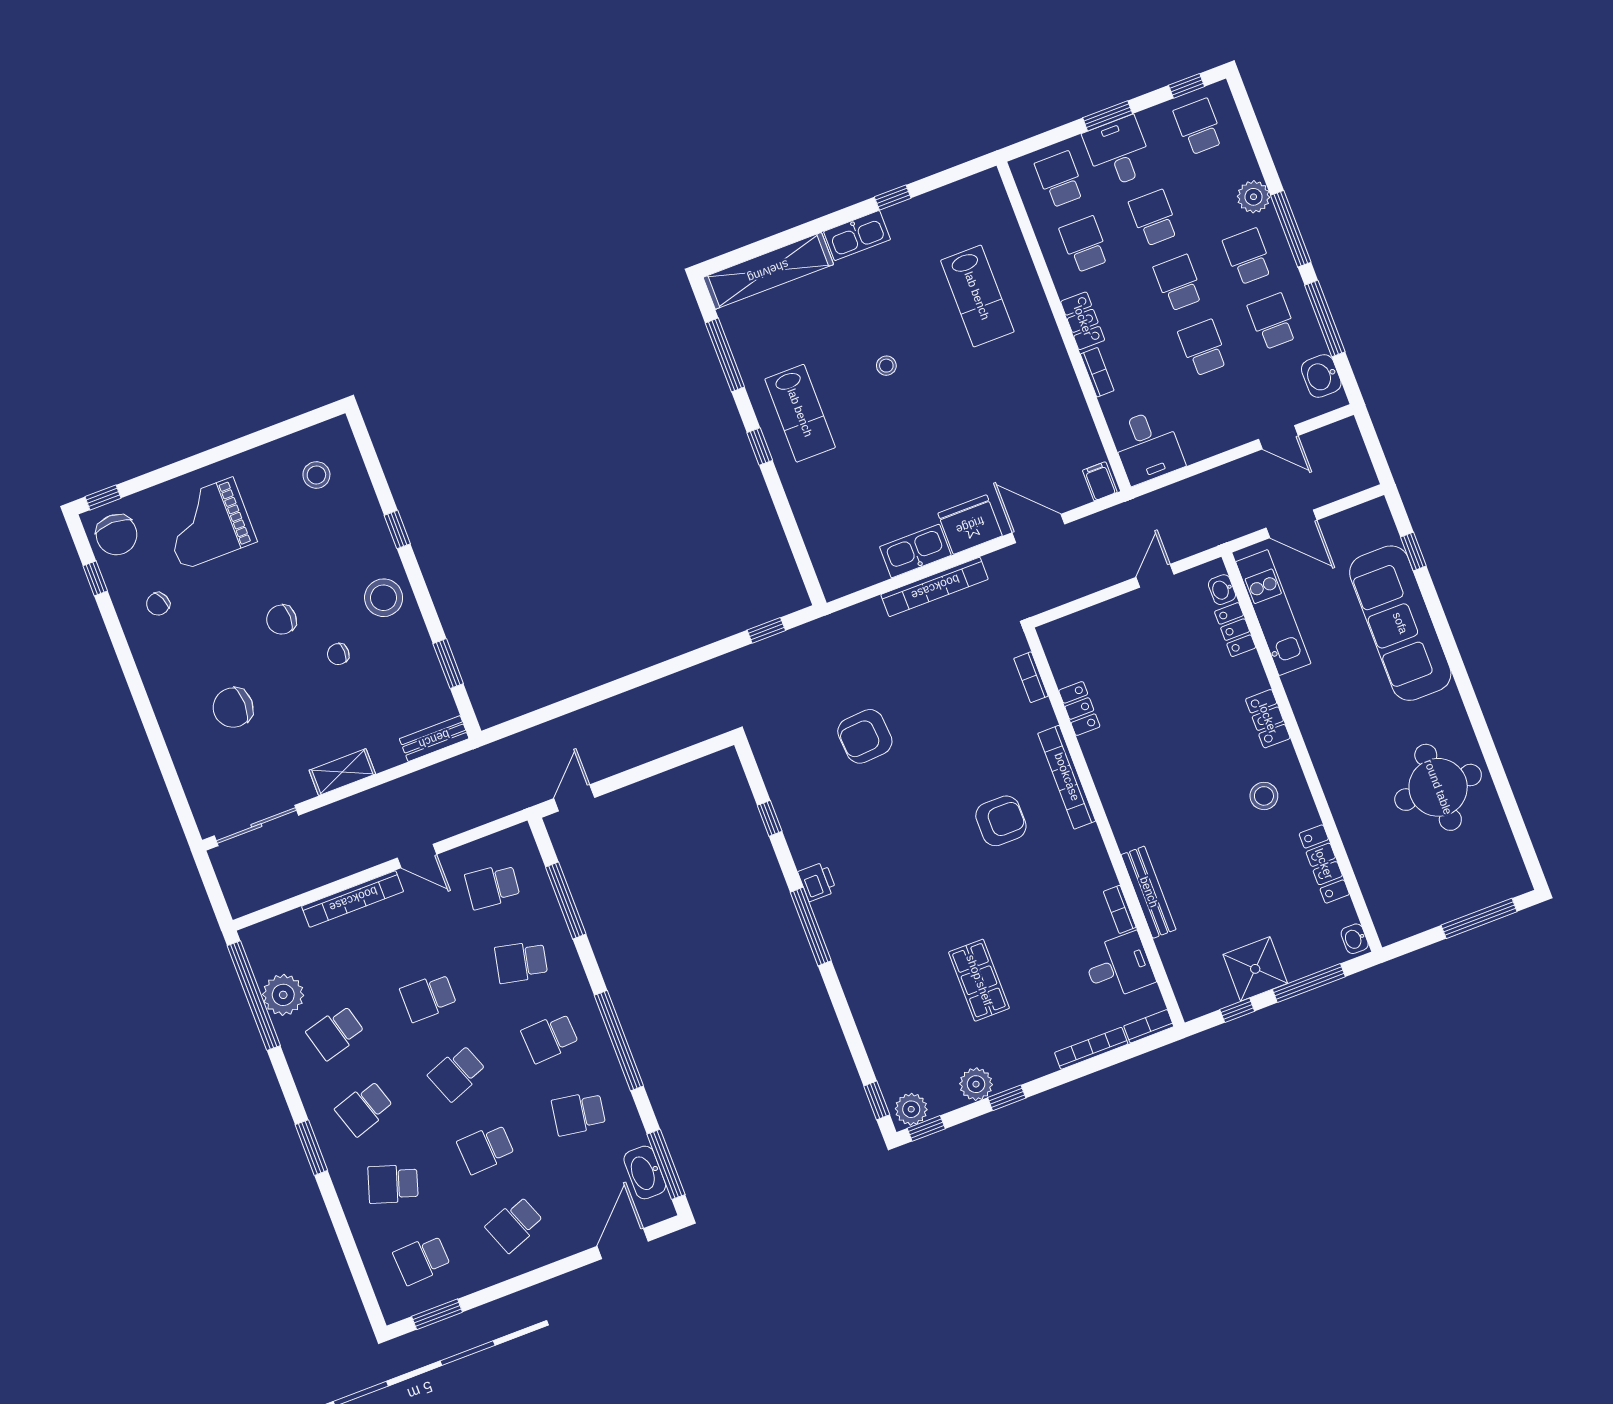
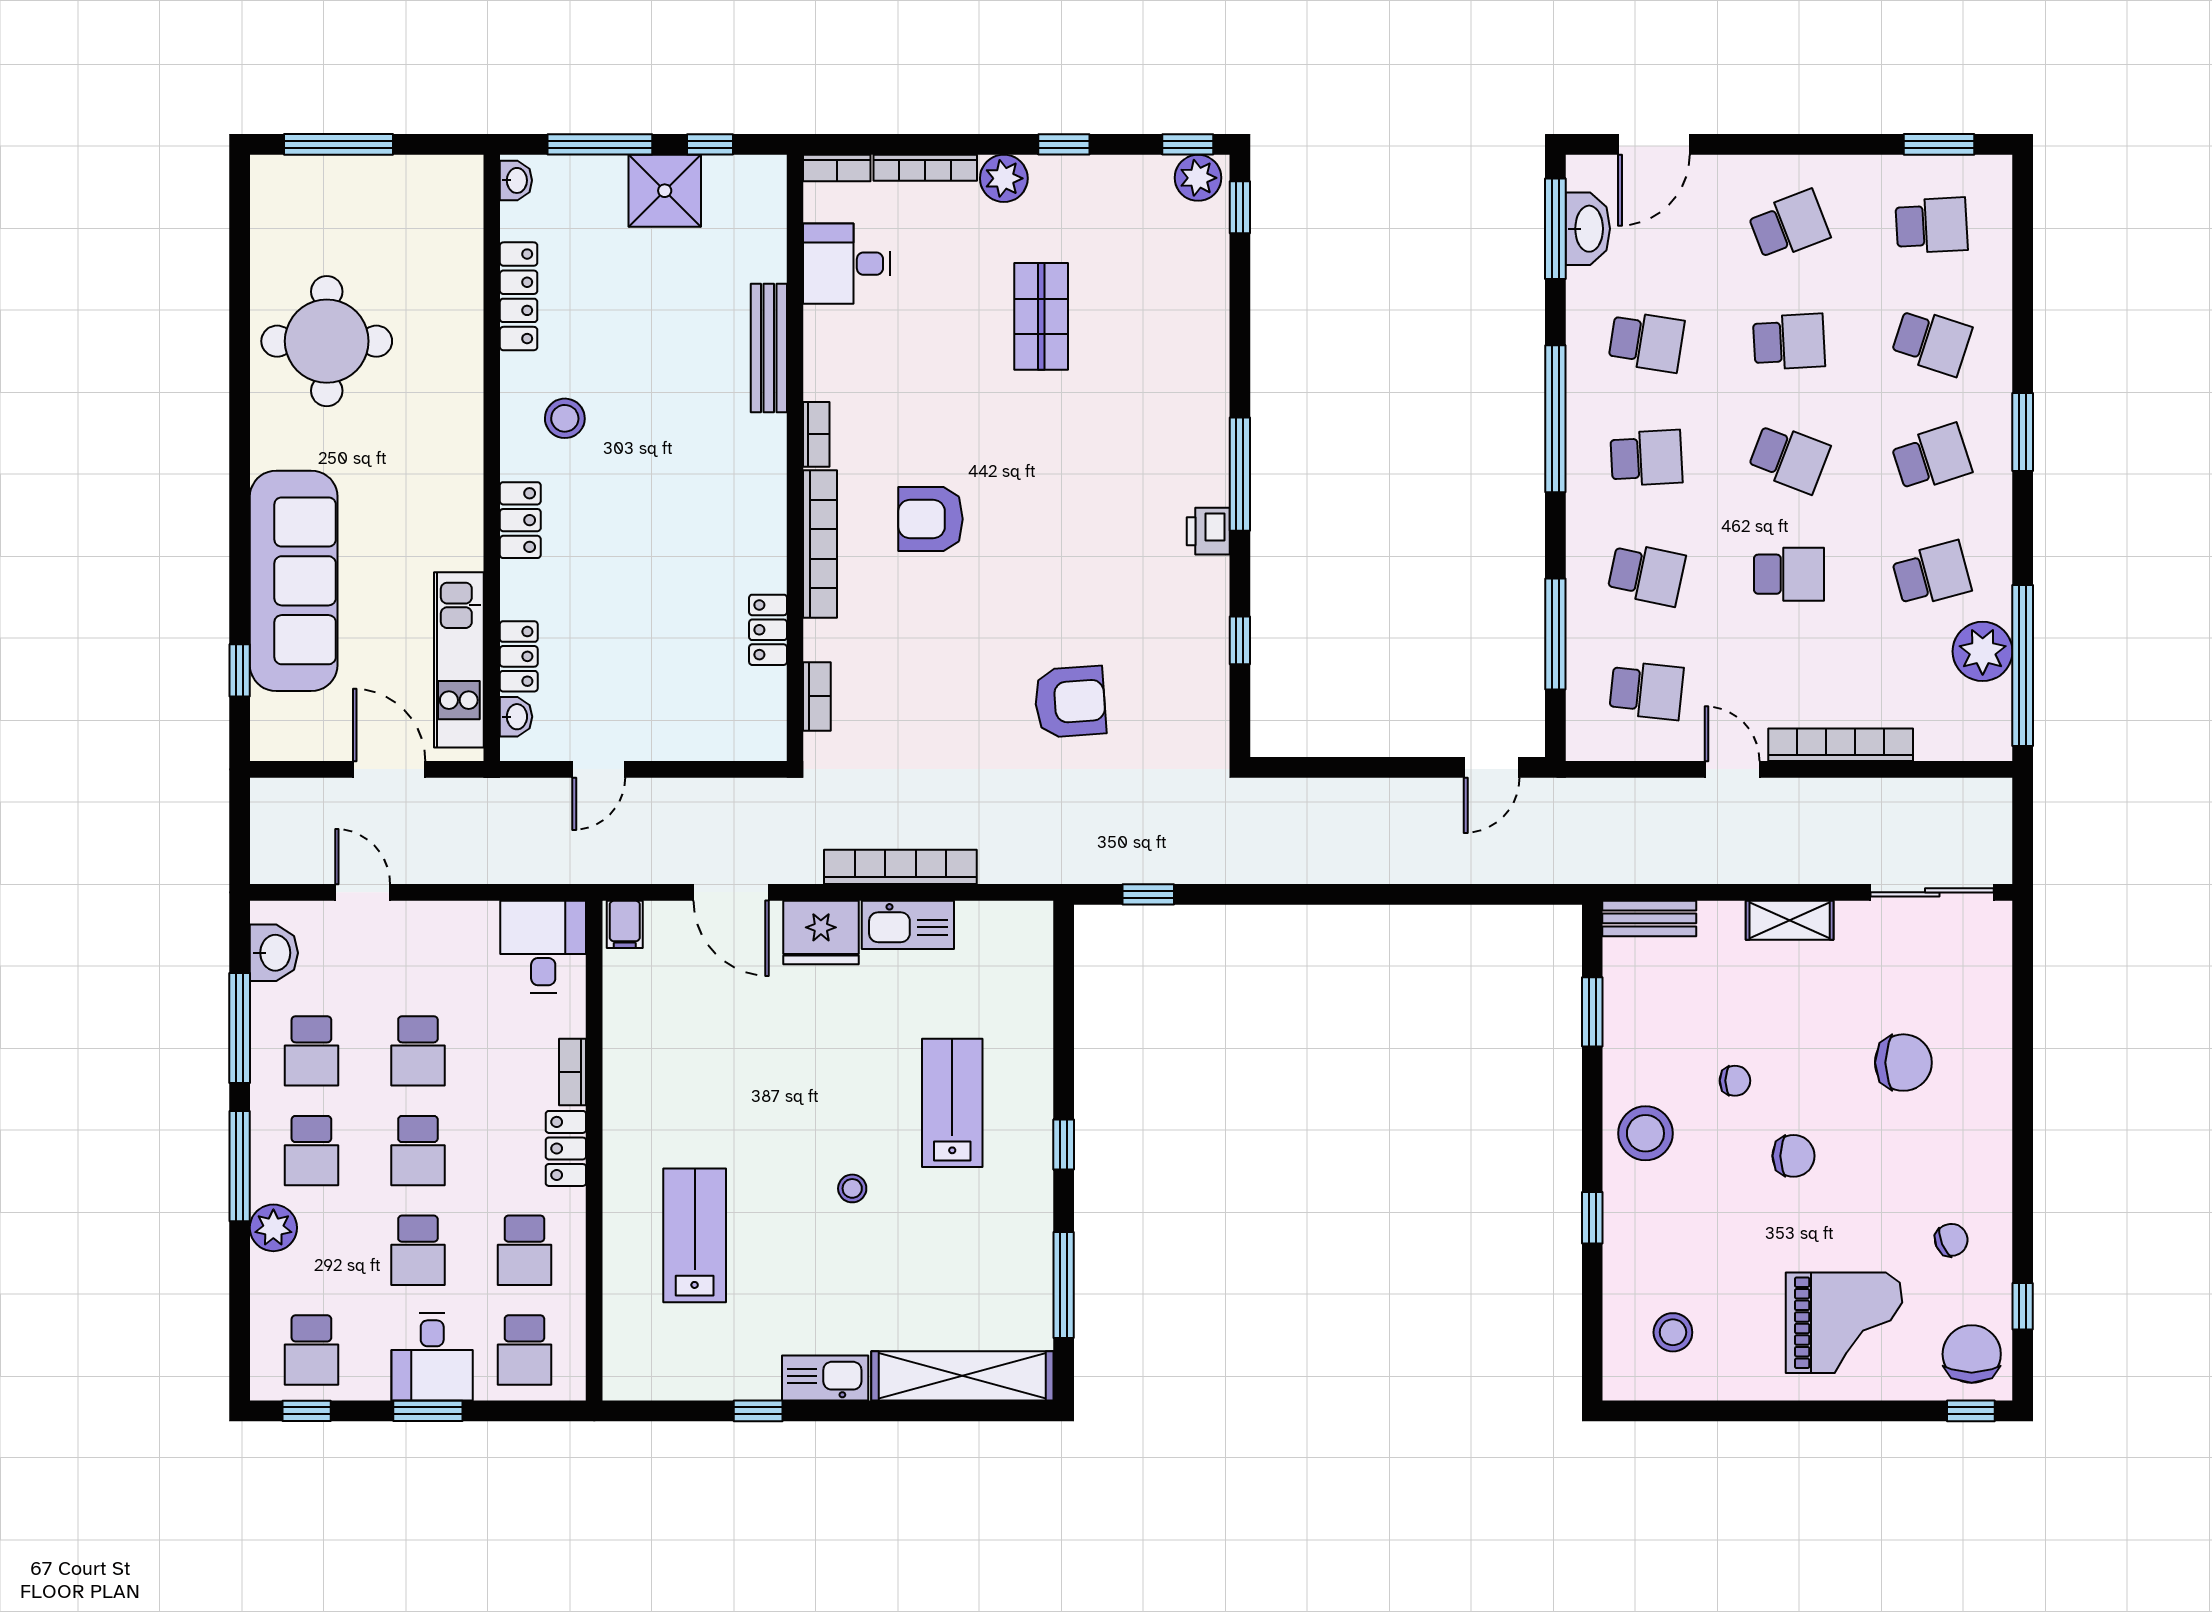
lab bench: (800, 413) -> (952, 1103), moved
bookcase: (1120, 909) -> (816, 434), moved
school desk: (457, 1073) -> (1789, 458), turned 42
plant: (976, 1084) -> (1004, 178), moved

